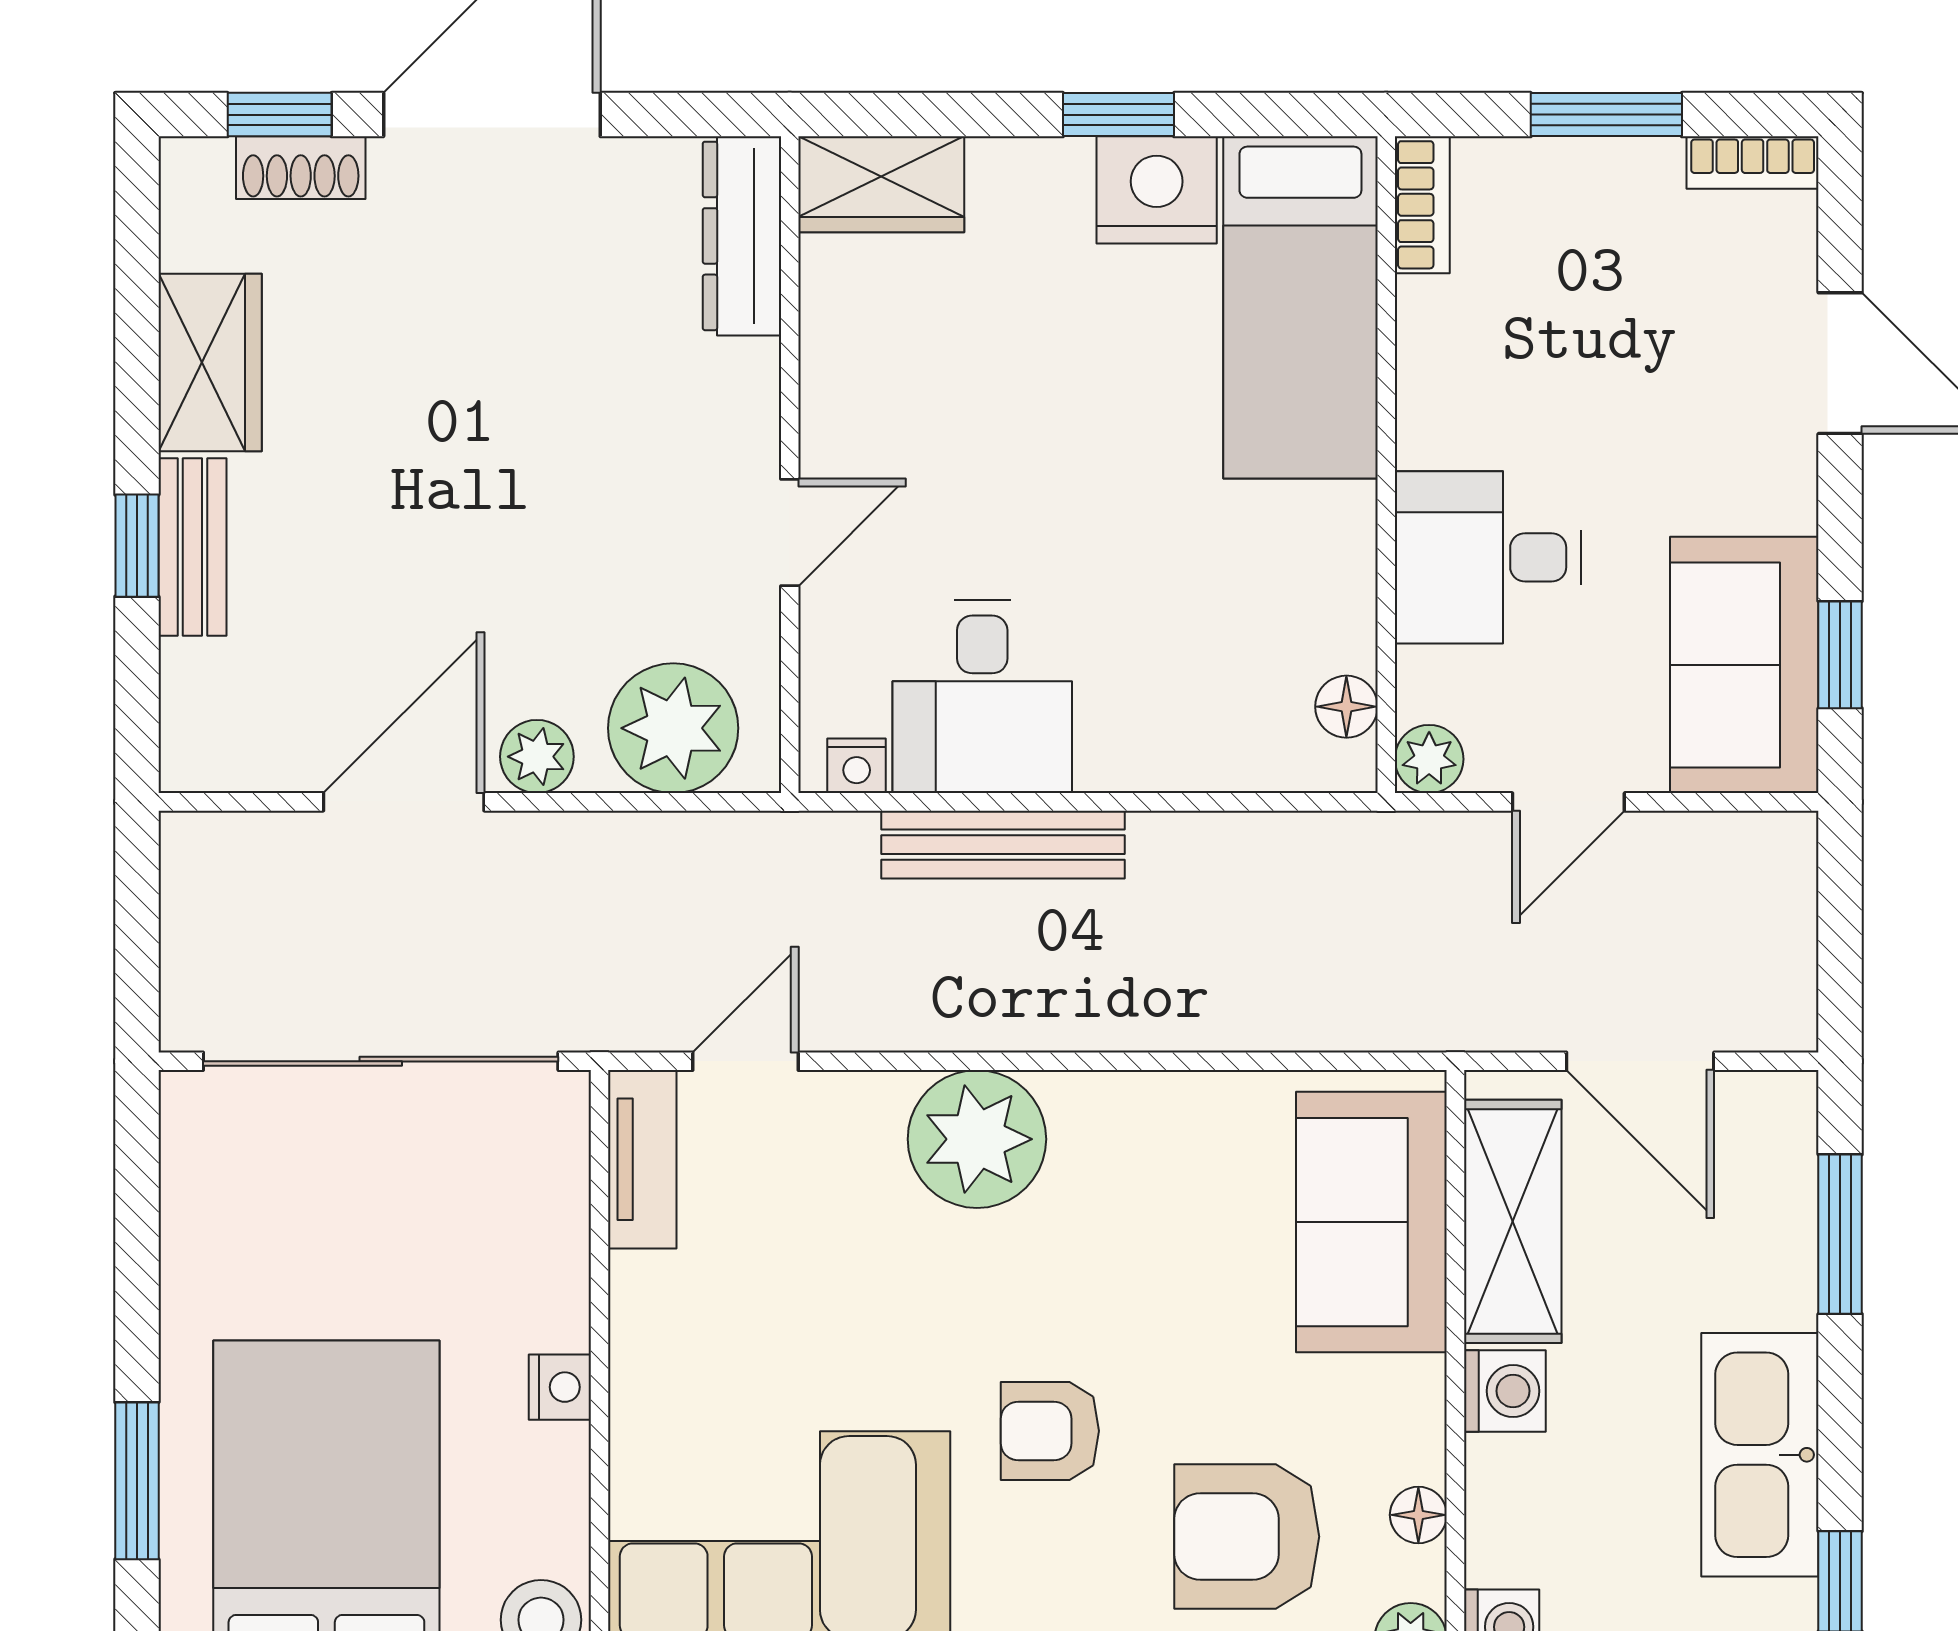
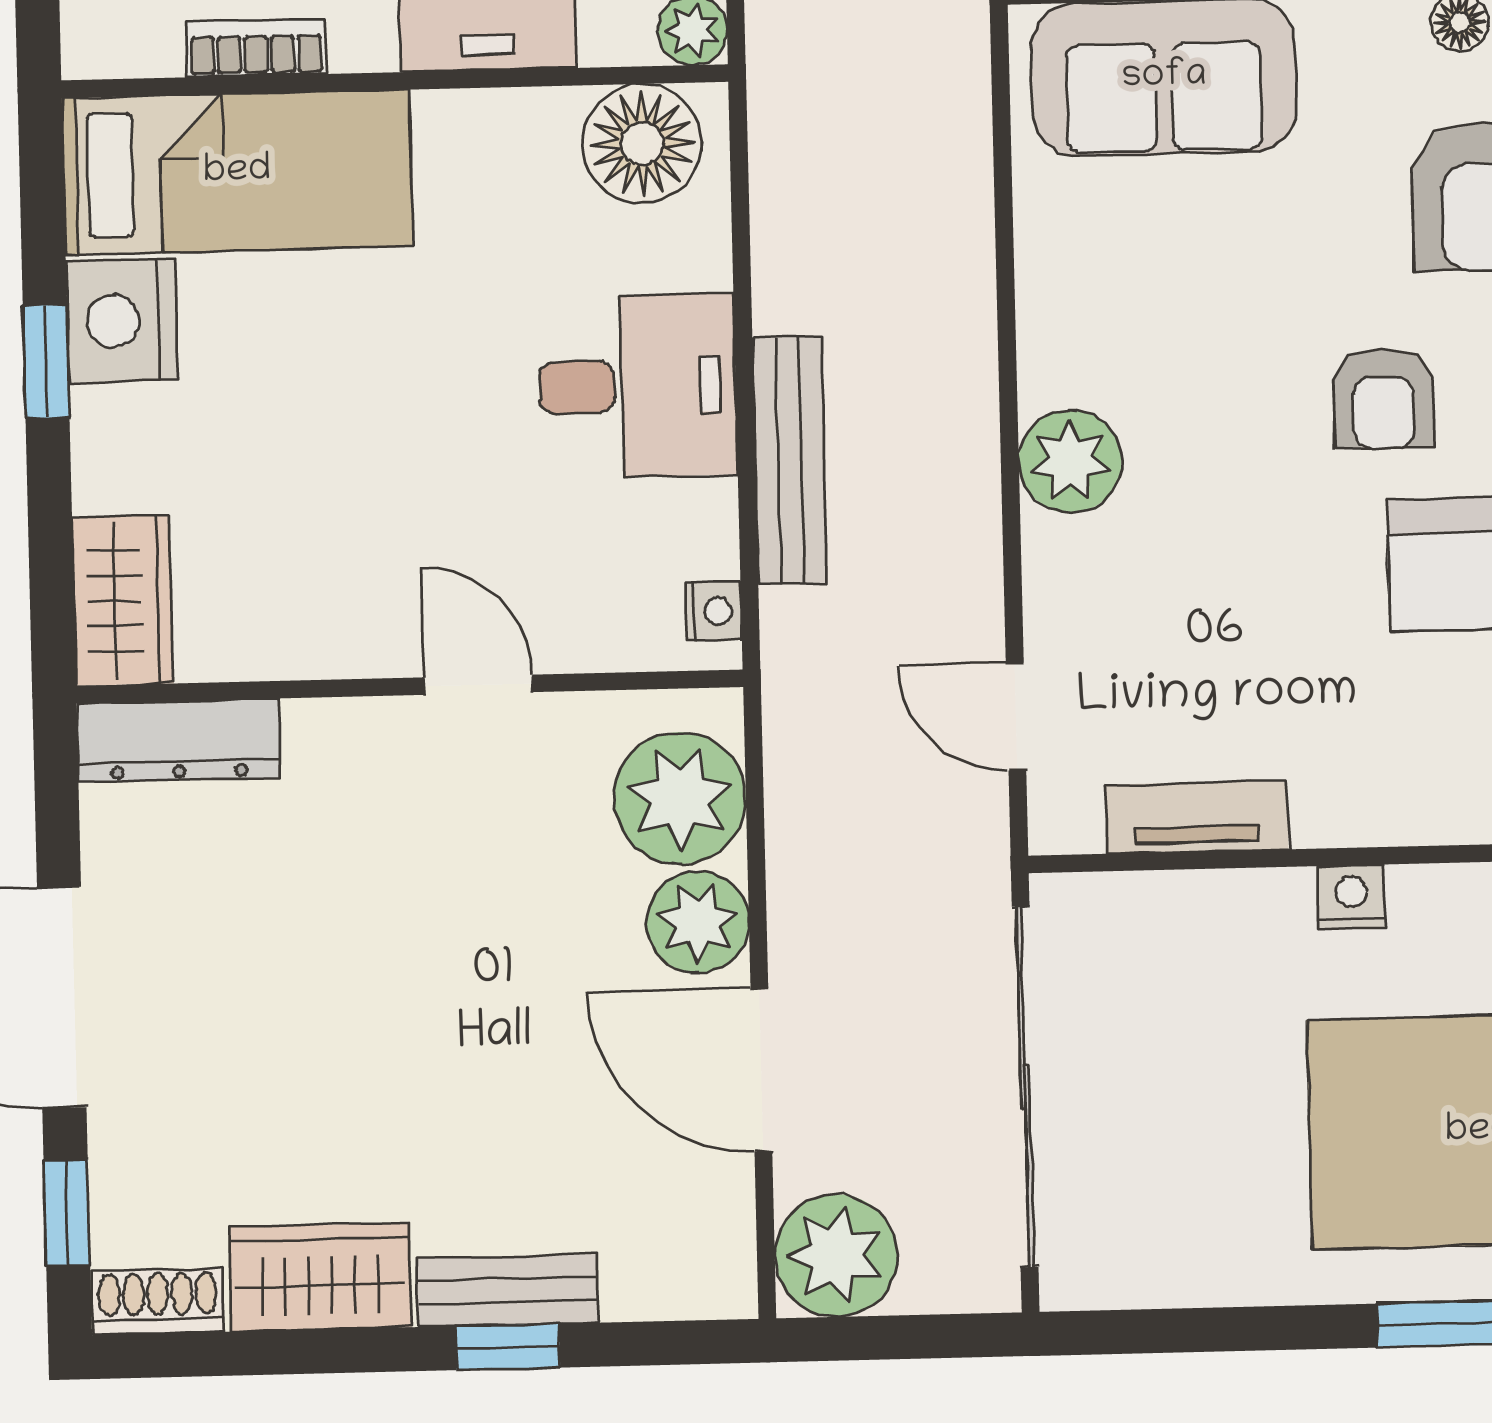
shoe rack: (301, 168) -> (158, 1302), moved, turned -90
bookcase: (1422, 205) -> (256, 48), moved
desk: (982, 697) -> (638, 386), moved
floor lamp: (1346, 707) -> (642, 143), width x1.89, depth x1.89
plant: (537, 757) -> (698, 922), width x1.38, depth x1.38
plant: (219, 871) -> (836, 1255), added
plant: (977, 1139) -> (1070, 461), width x0.73, depth x0.73
tv unit: (642, 1159) -> (1197, 817), moved

